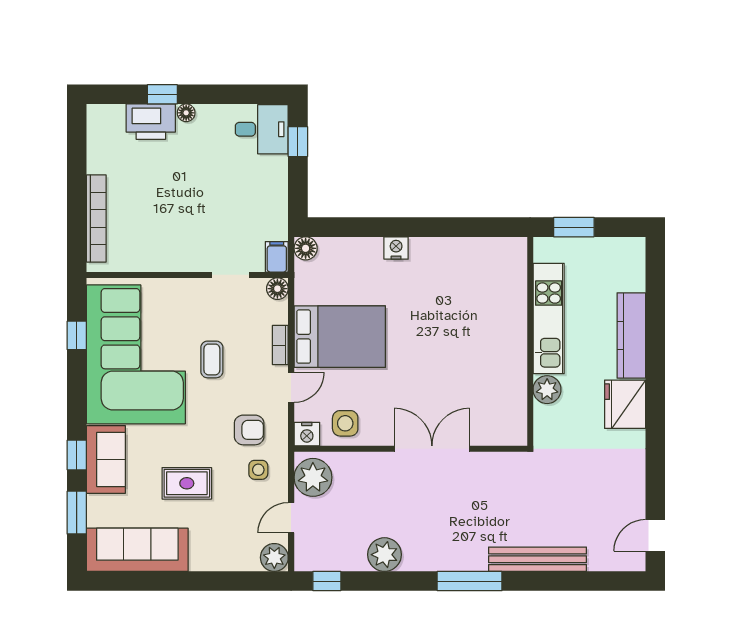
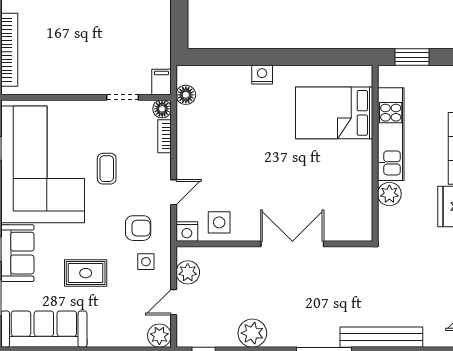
floor lamp: (306, 248) -> (186, 95), moved
bed: (340, 337) -> (334, 113), moved, turned 180
bookcase: (280, 345) -> (164, 136), moved
plant: (313, 477) -> (188, 272), width x0.73, depth x0.73

